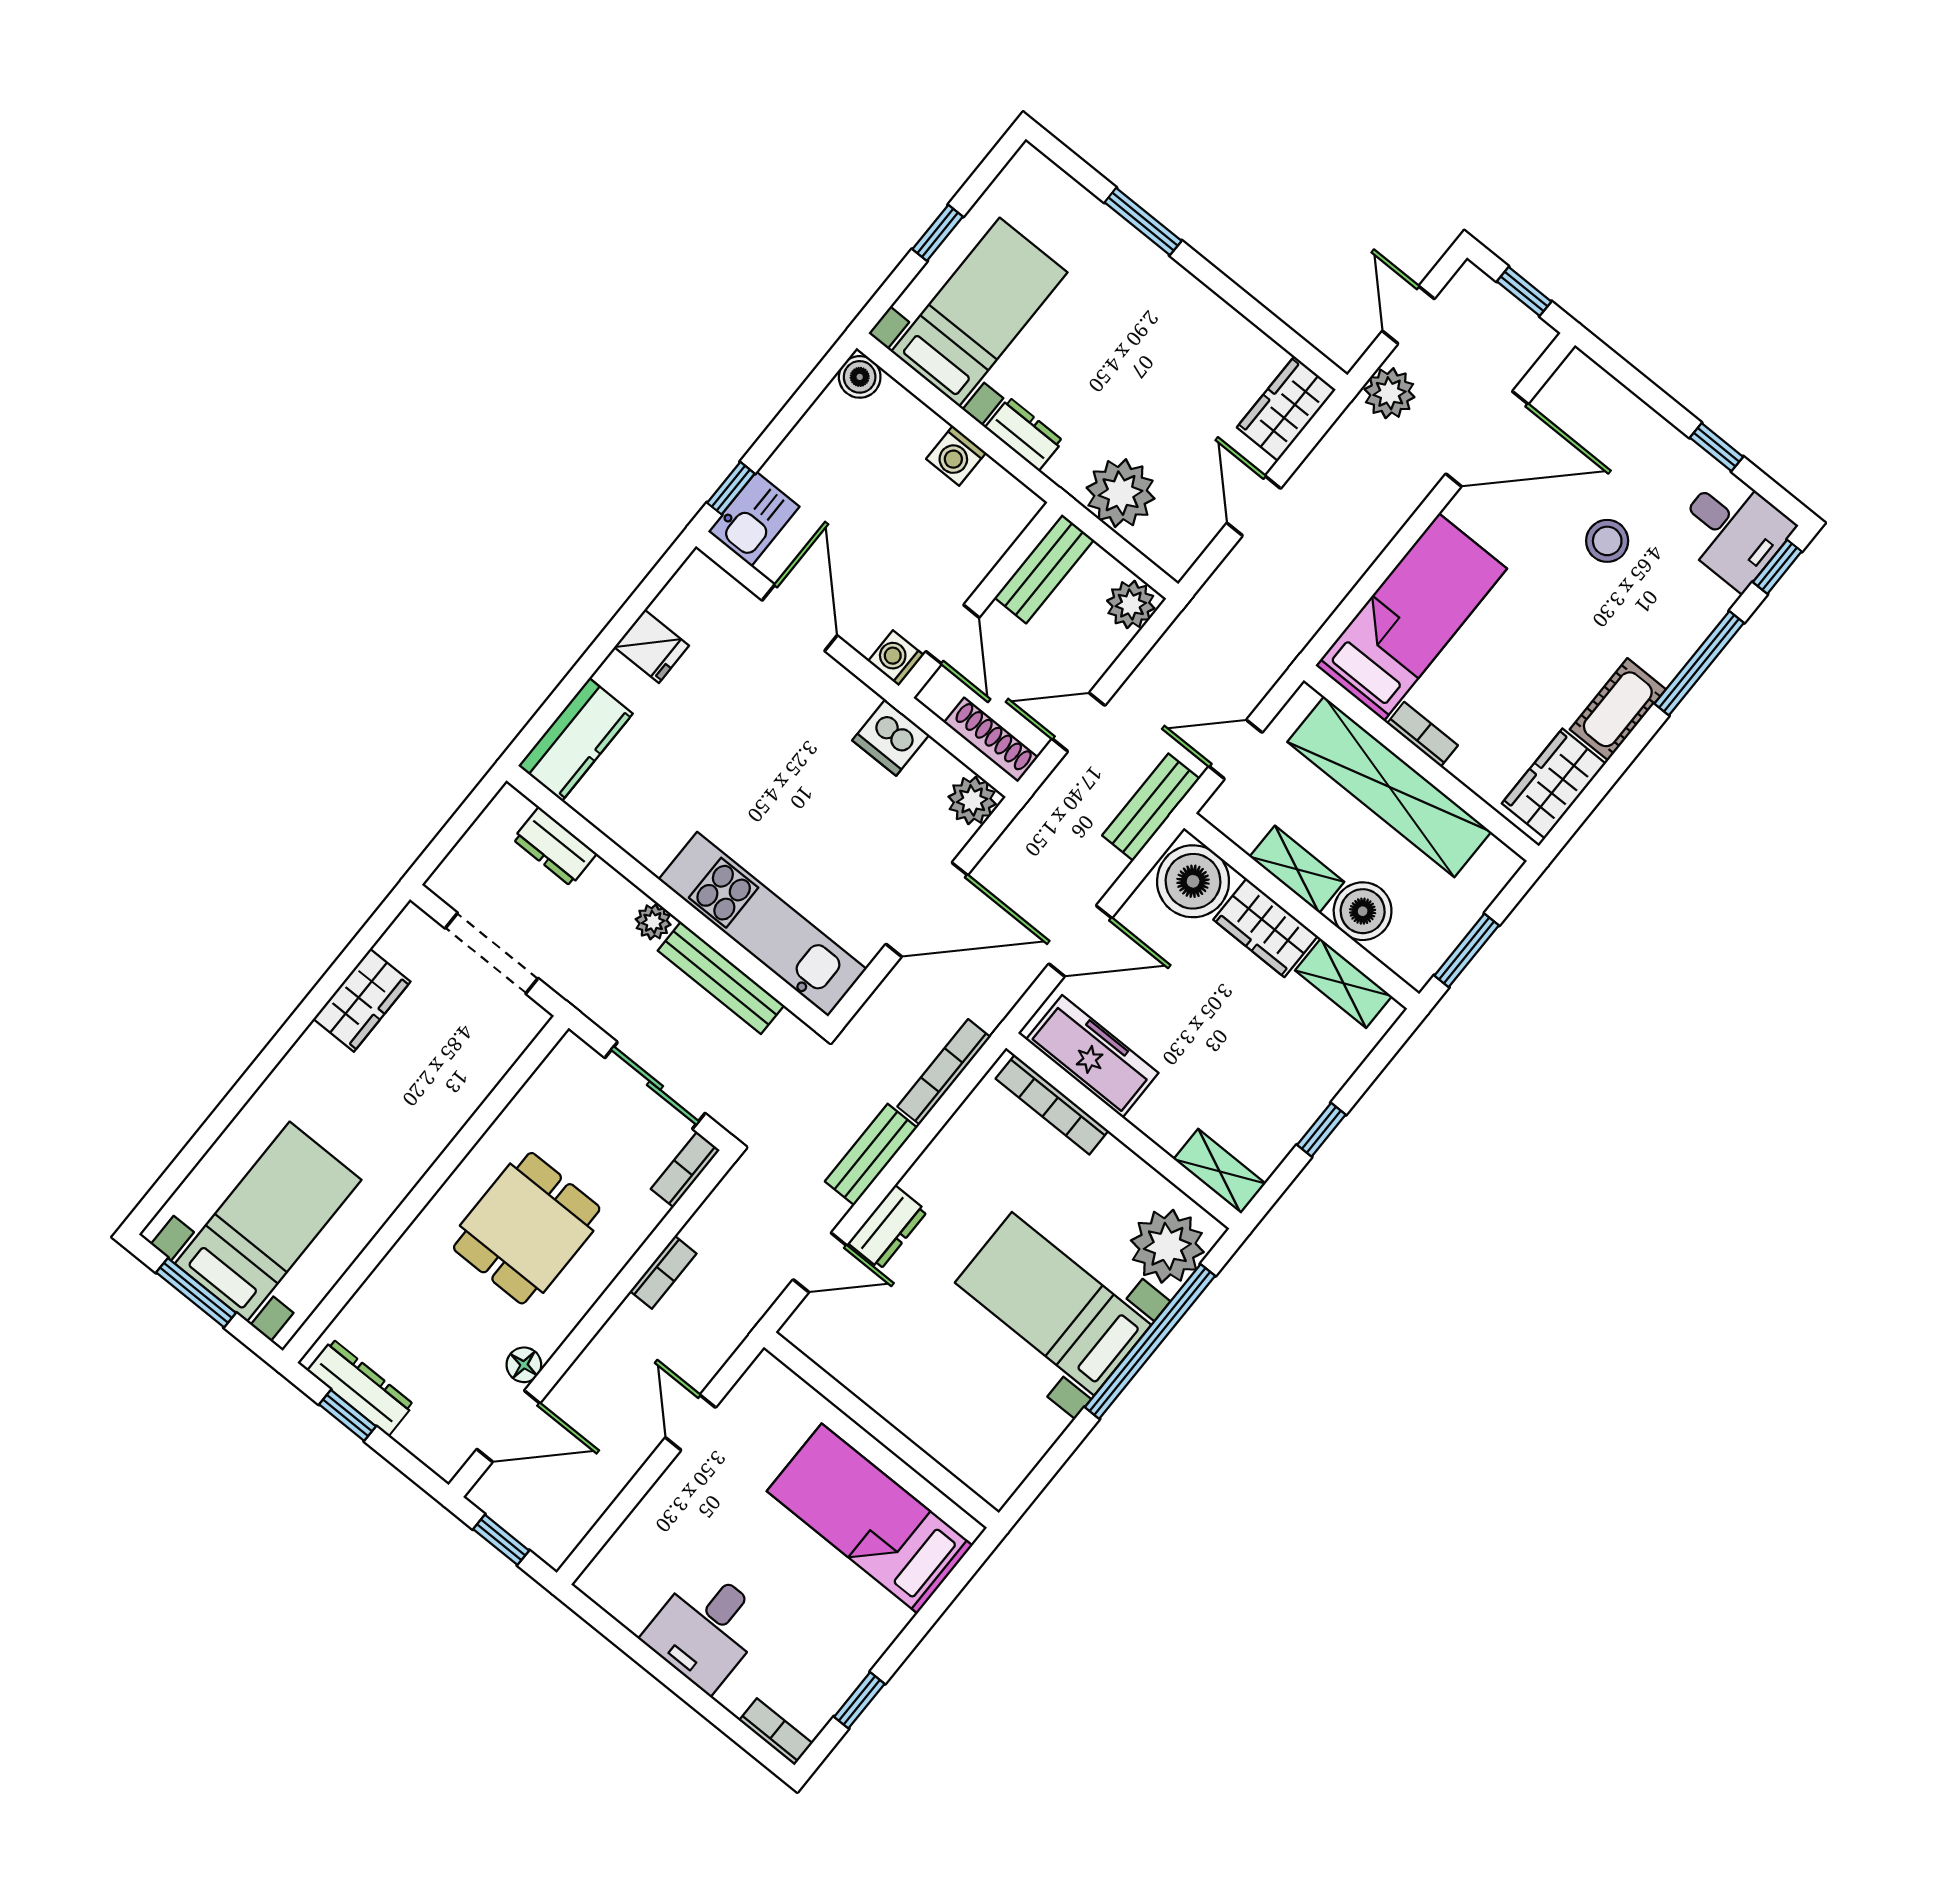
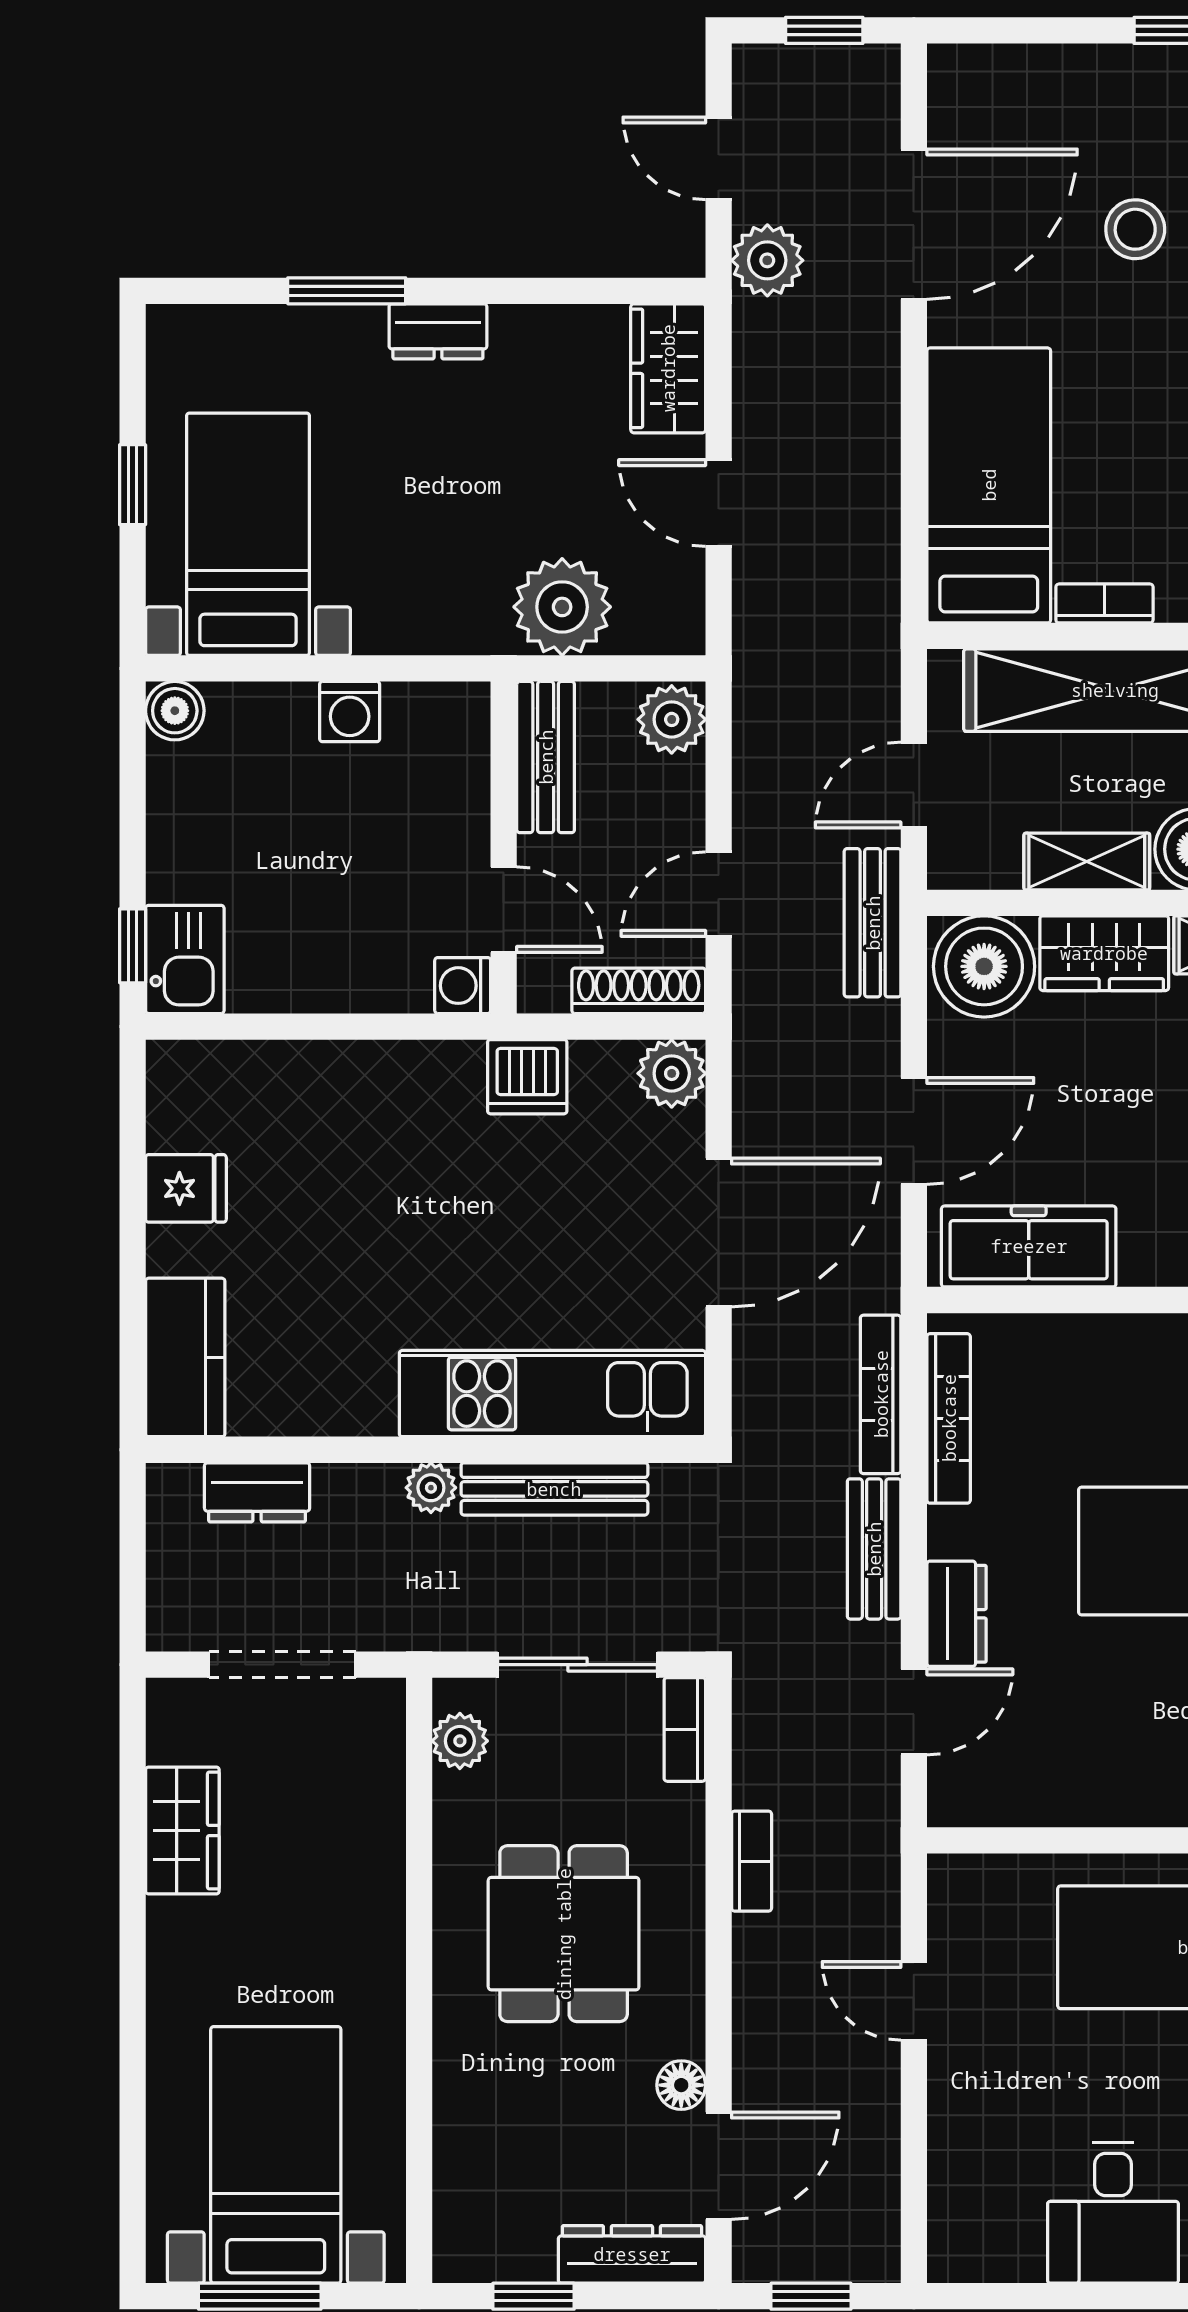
dresser: (1024, 434) -> (438, 331), moved, turned 180
door: (800, 618) -> (322, 1027), removed
plant: (556, 1075) -> (460, 1741), added
bookcase: (1052, 1105) -> (949, 1418), moved, turned -90
dresser: (360, 1388) -> (632, 2254), moved

